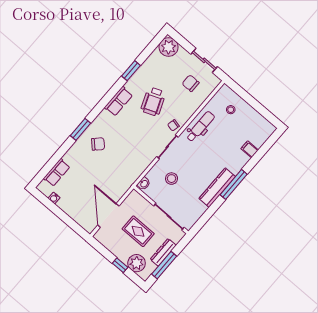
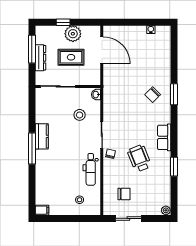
plant: (169, 47) -> (166, 210), width x0.53, depth x0.53
filing cabinet: (250, 149) -> (42, 210), moved
row of seats: (57, 172) -> (164, 49), removed
kitchen counter: (217, 188) -> (42, 136), width x0.67
plant: (137, 263) -> (73, 34), moved

